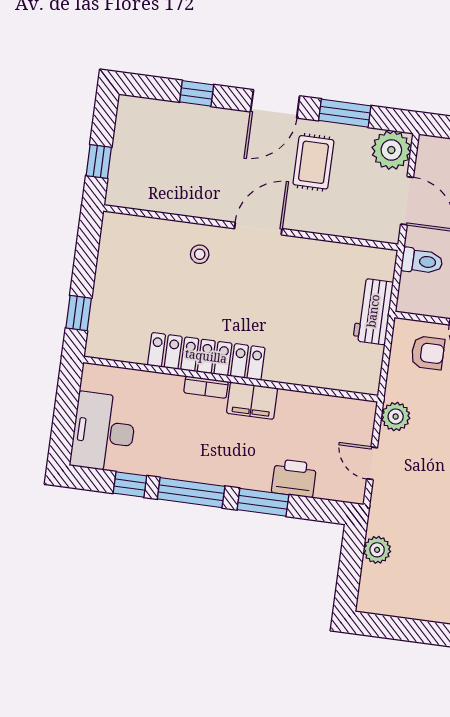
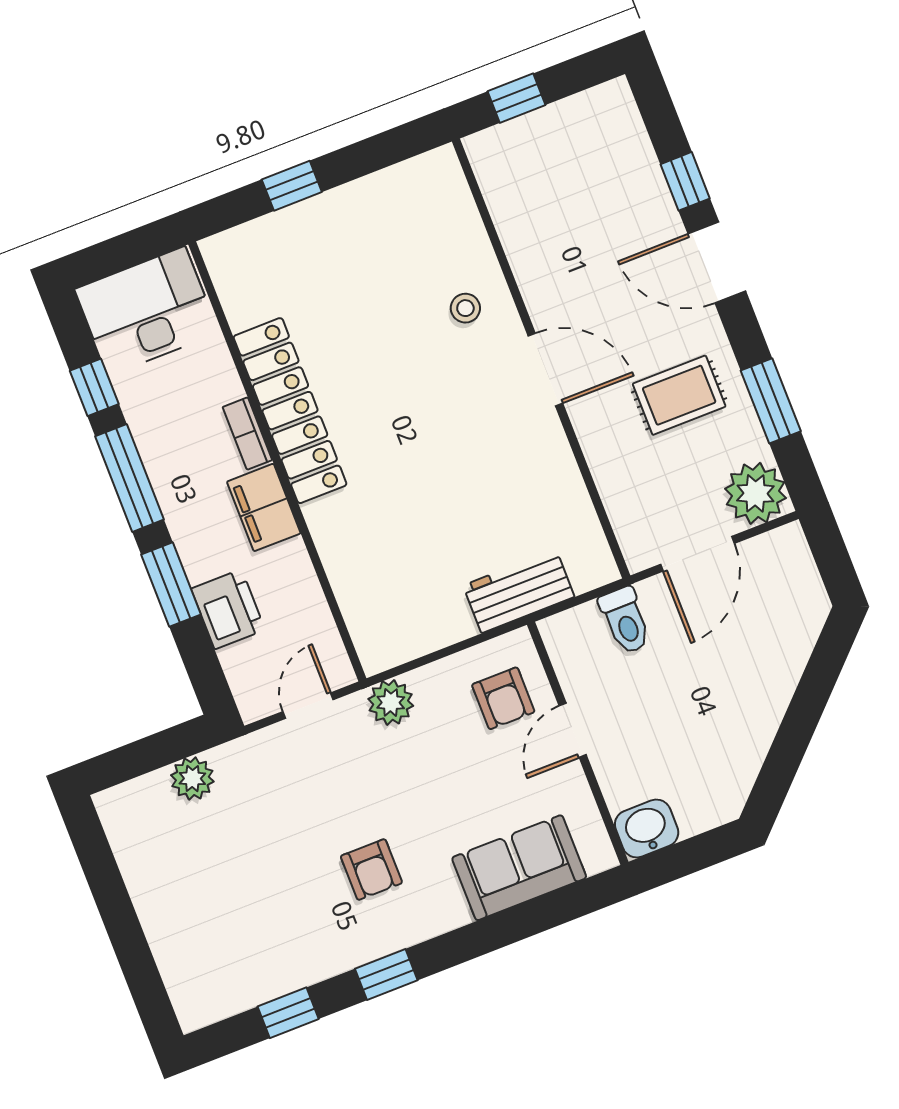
door: (275, 104) -> (717, 263), moved
locker: (206, 356) -> (290, 411), moved
wall: (231, 379) -> (277, 461), moved
bookcase: (206, 387) -> (247, 434), moved
filing cabinet: (252, 401) -> (264, 507), moved

